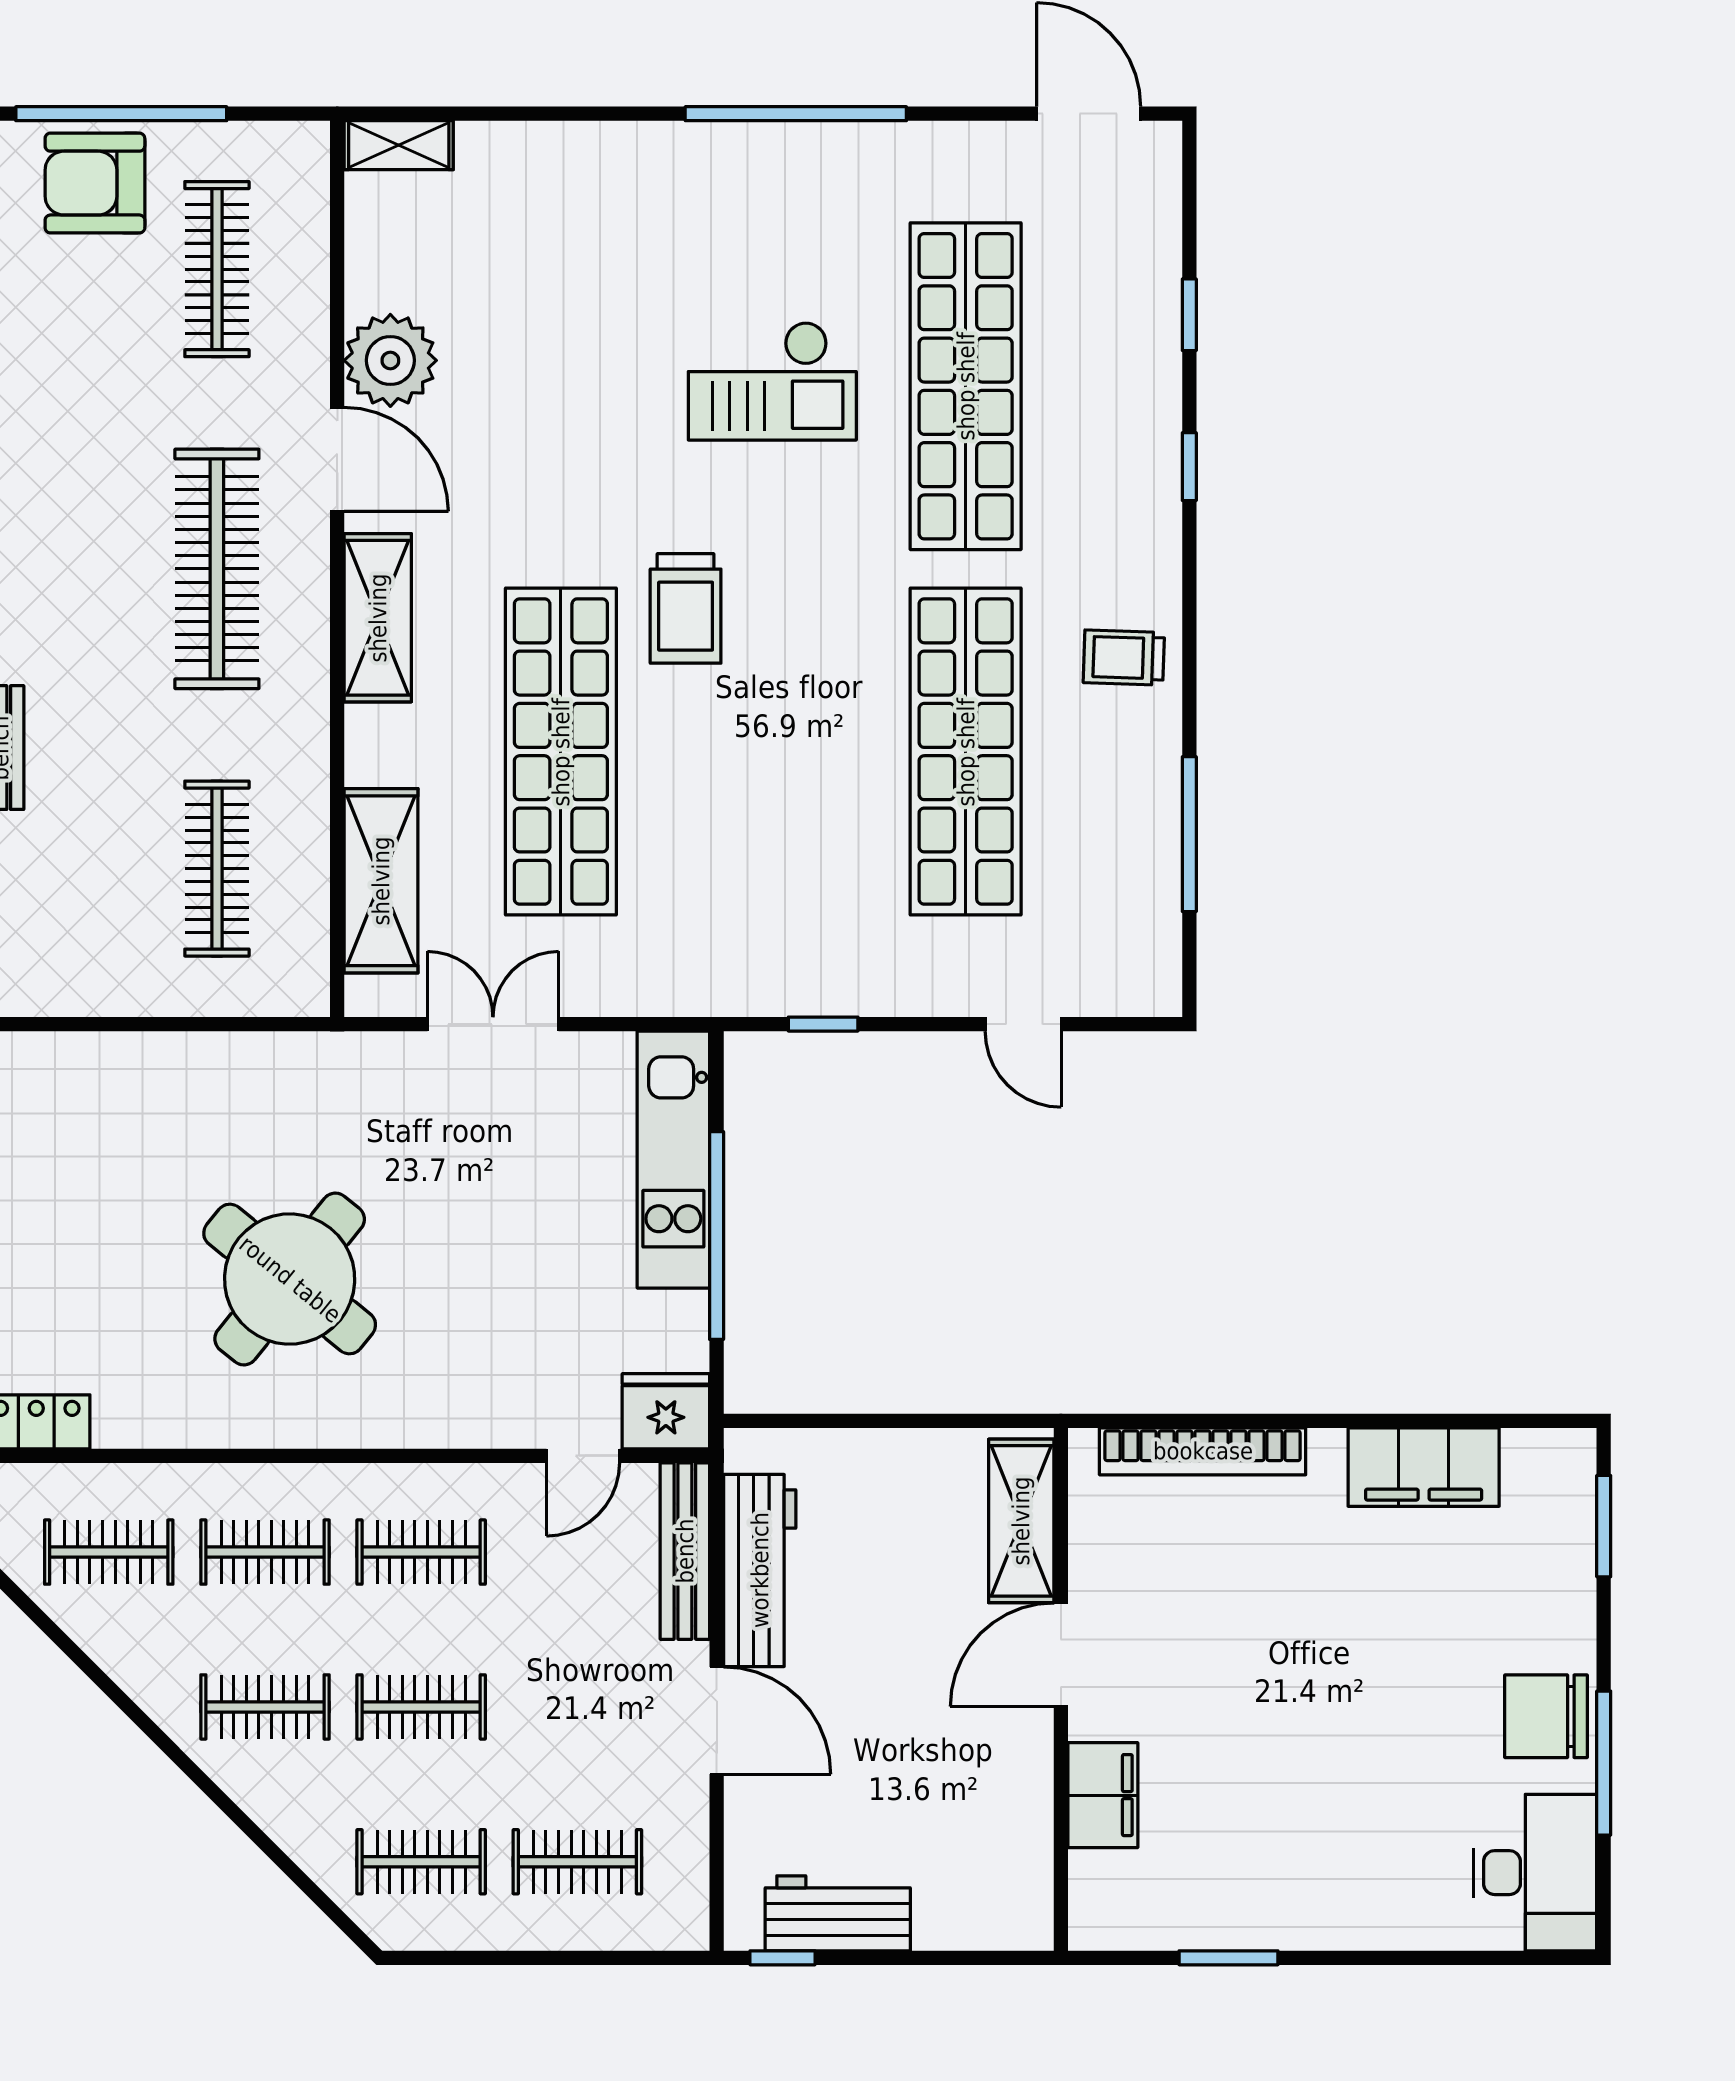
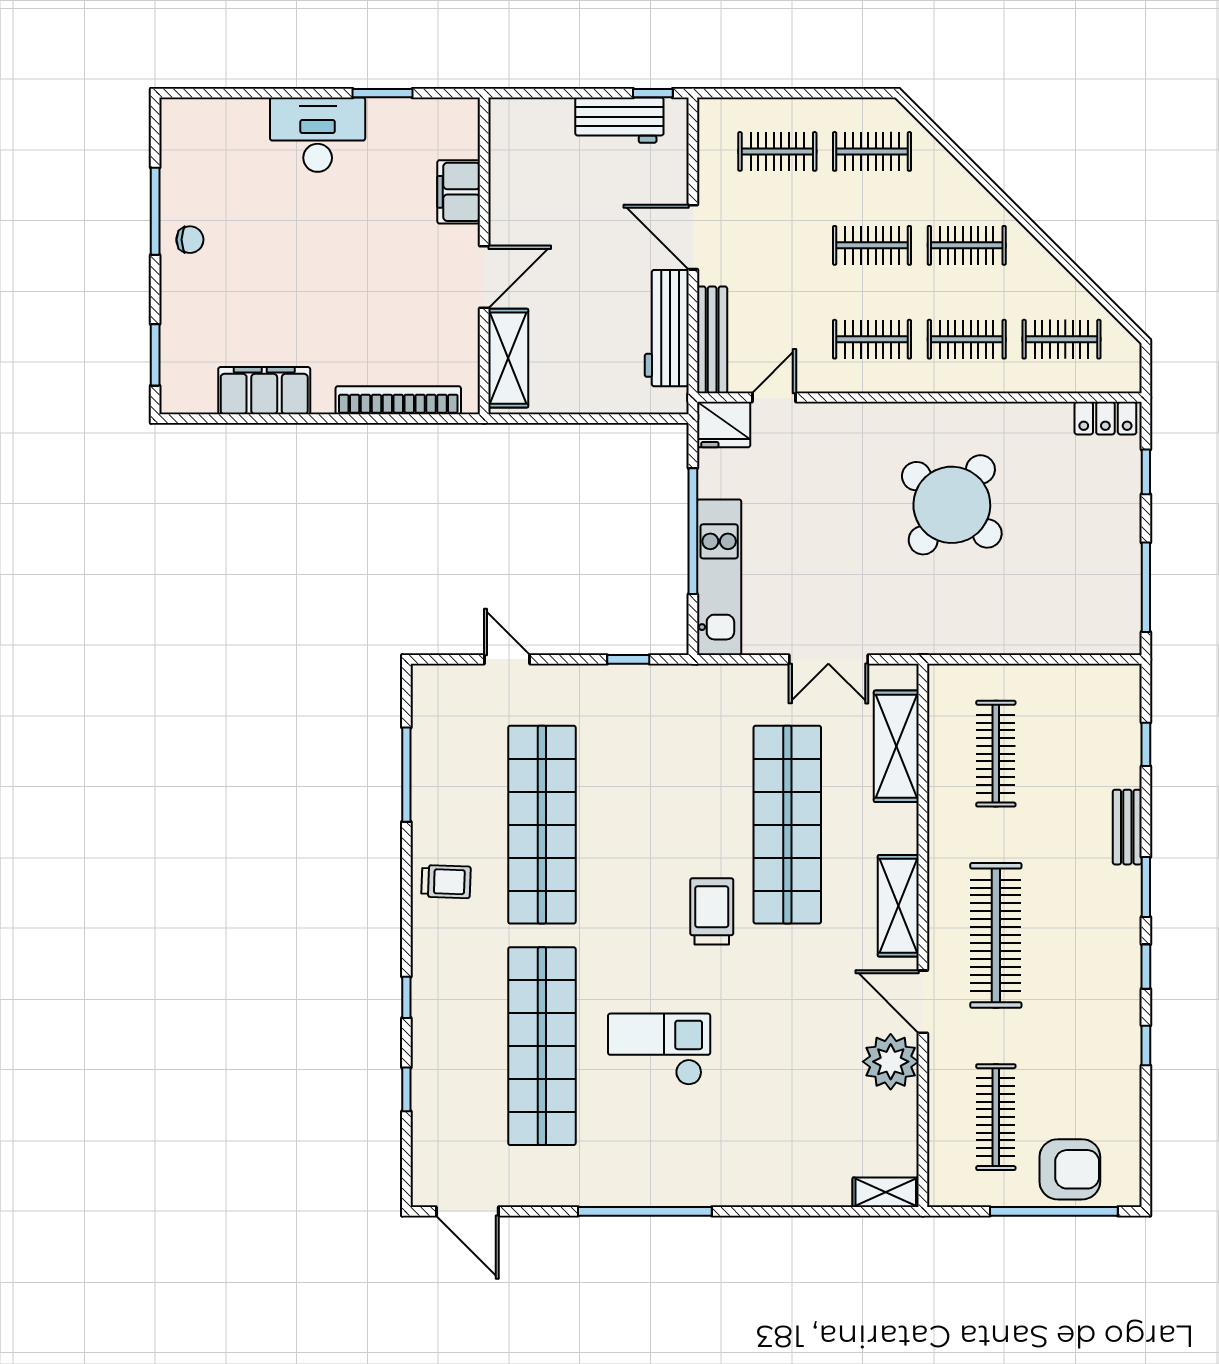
chair: (1546, 1716) -> (190, 240), width x0.54, depth x0.54
desk: (1535, 1873) -> (318, 135), moved, turned 90

